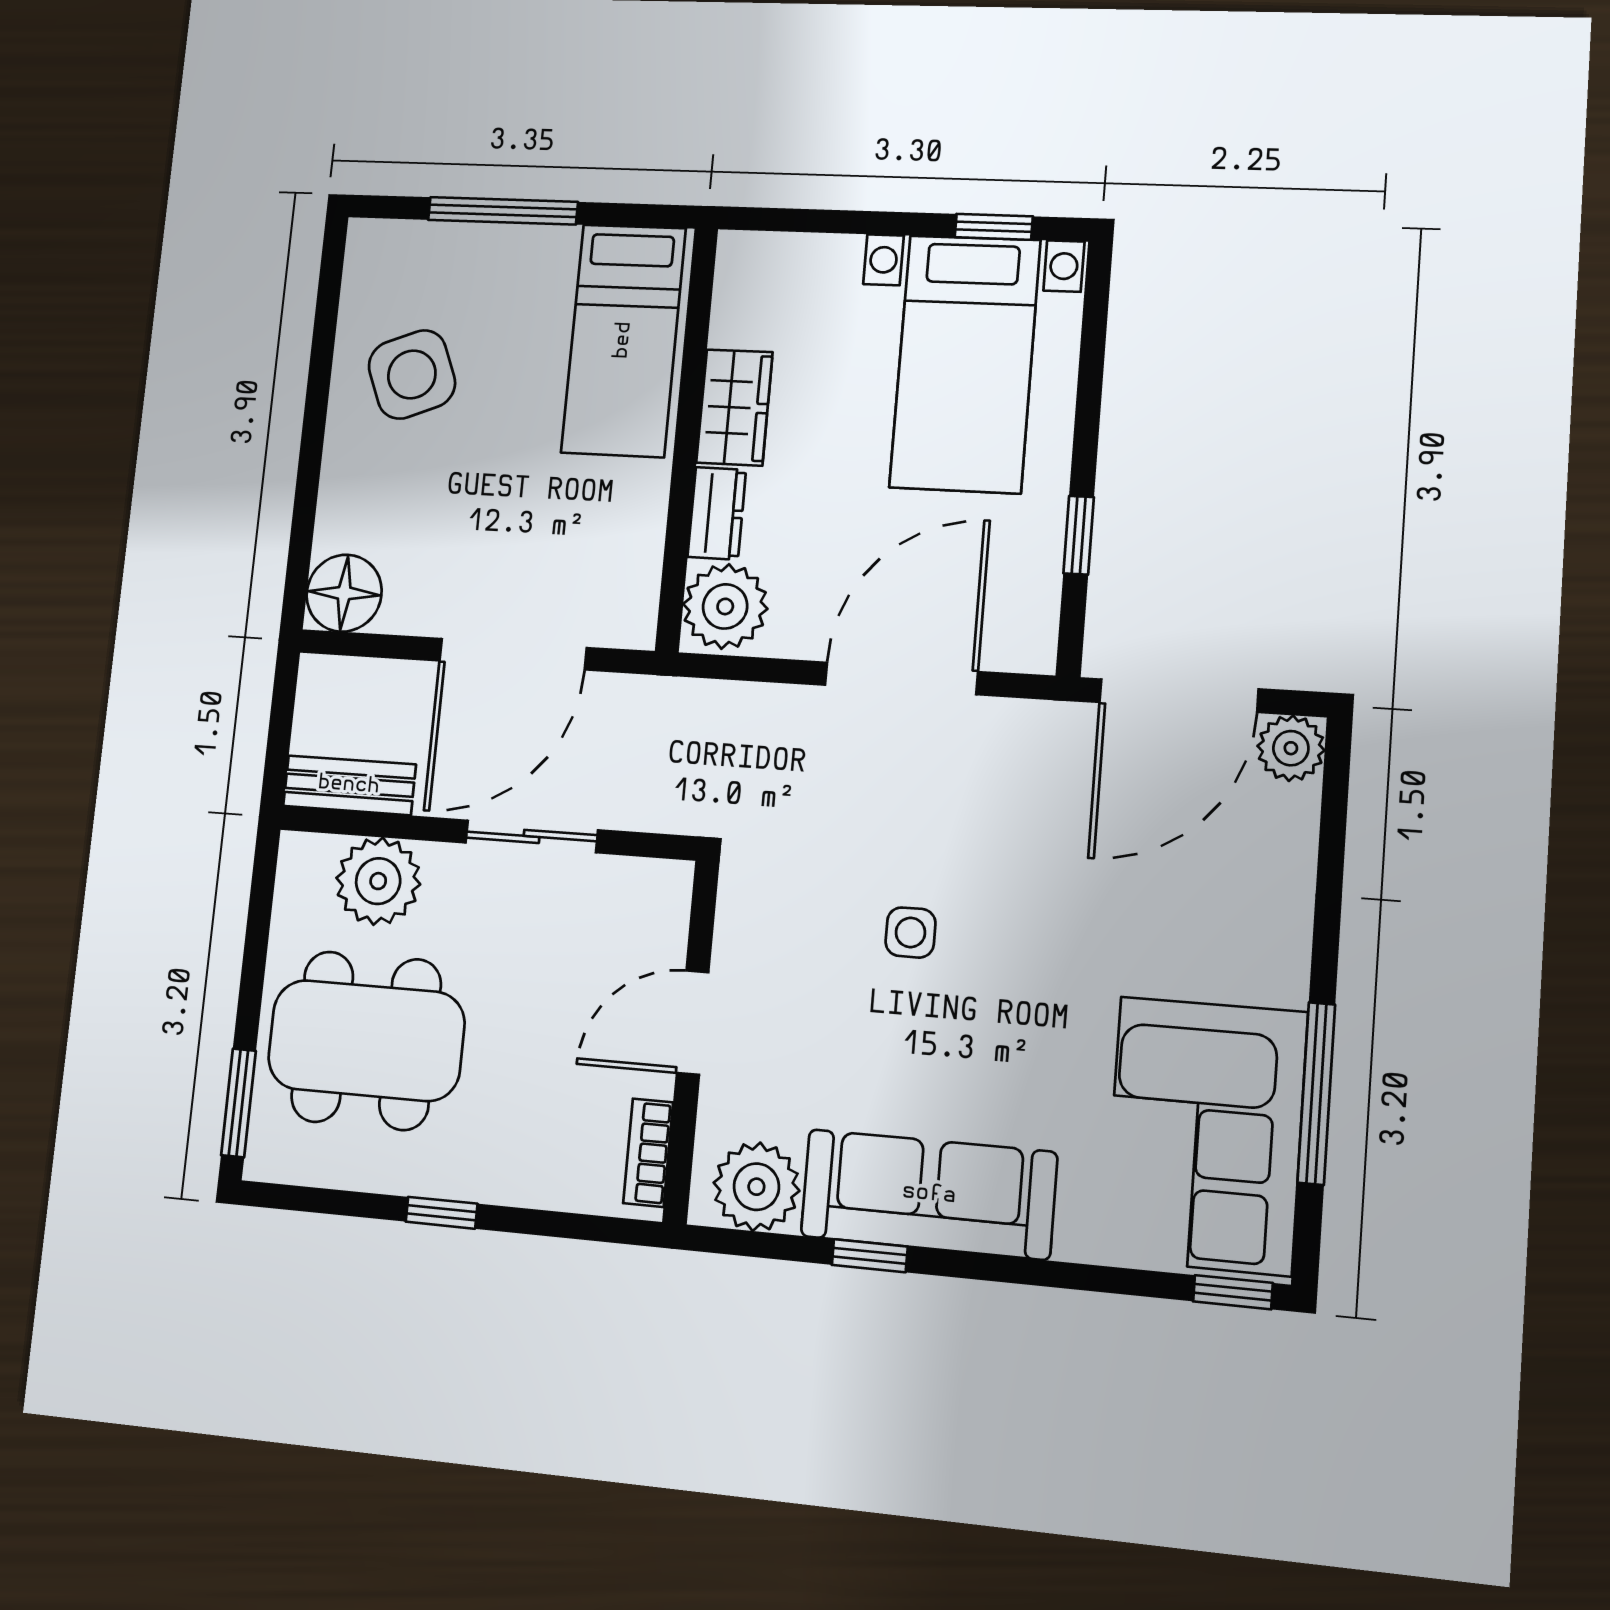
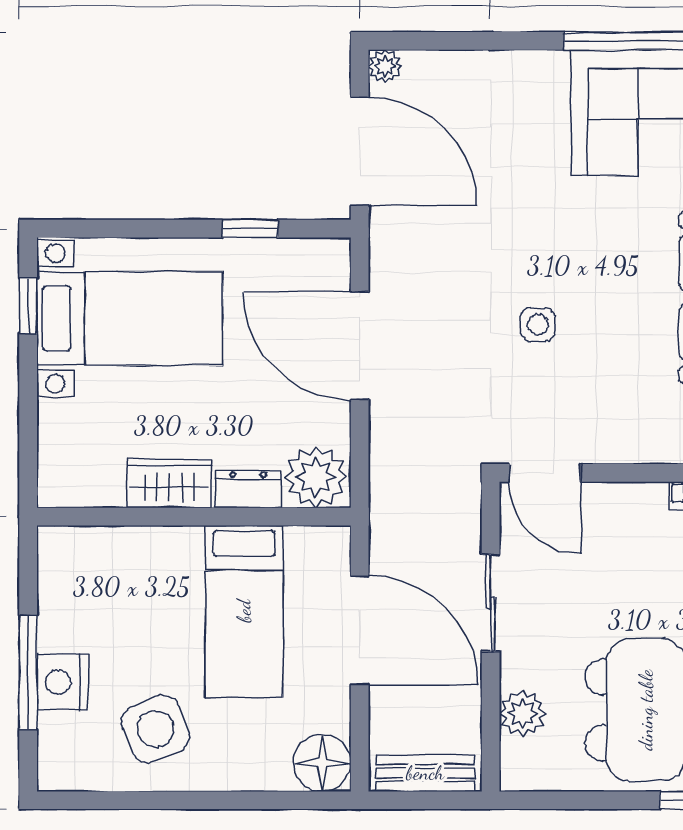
nightstand: (485, 255) -> (62, 682), added
bed: (623, 340) -> (244, 611), moved, turned 90
plant: (1291, 748) -> (385, 66), width x0.73, depth x0.73
bench: (349, 785) -> (425, 773), moved, turned 90
plant: (378, 881) -> (523, 713), width x0.73, depth x0.73
door: (693, 1023) -> (545, 473), moved

